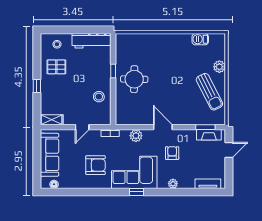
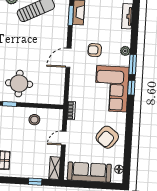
window: (37, 86) -> (35, 182), moved
door: (82, 127) -> (64, 138), swing flipped
plant: (136, 136) -> (75, 85), removed
armchair: (96, 165) -> (107, 137), moved, turned -143
window: (160, 192) -> (133, 64), added

